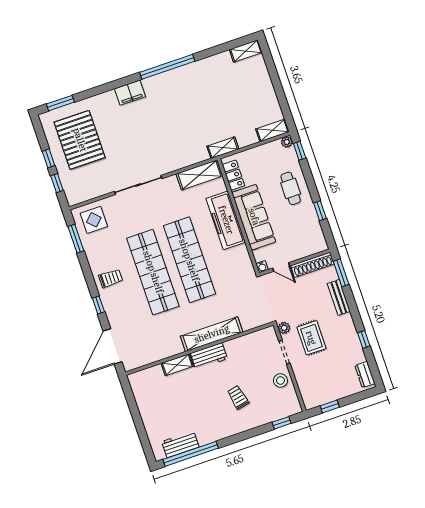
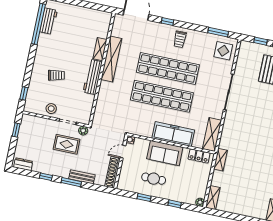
window: (300, 151) -> (175, 204), moved
cafe table: (291, 188) -> (154, 179), moved
sofa: (254, 217) -> (165, 153), width x0.73
window: (341, 273) -> (71, 182), moved
shelving: (212, 334) -> (111, 59), moved
workbench: (209, 356) -> (93, 77), width x1.37

